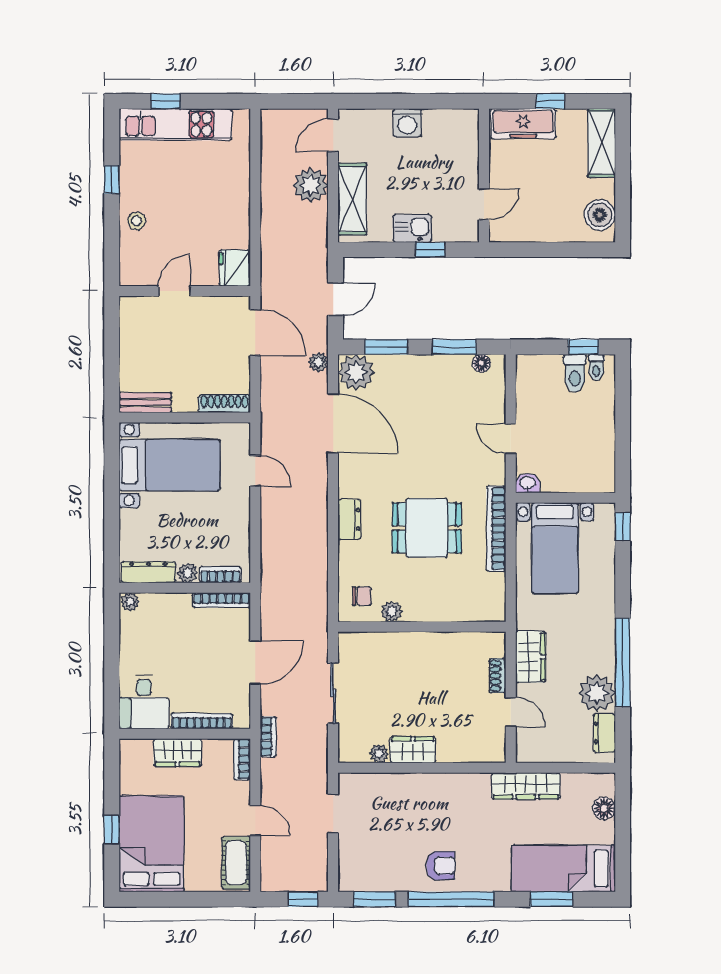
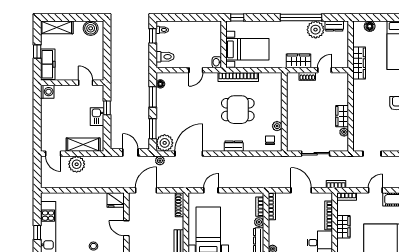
washing machine: (407, 123) -> (47, 92), moved
toilet: (575, 373) -> (165, 57), moved
dining table: (427, 528) -> (238, 110), turned 90

